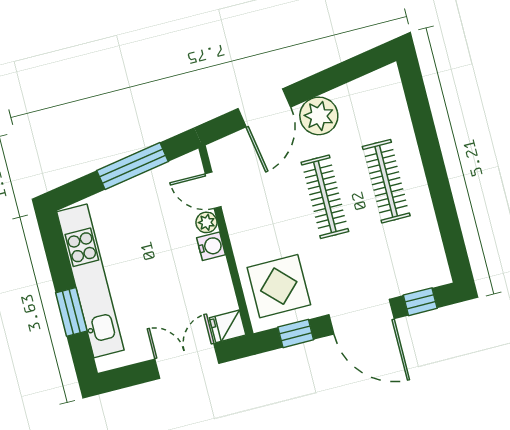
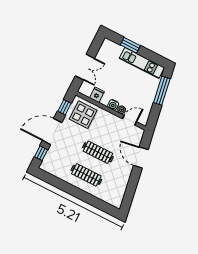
plant: (319, 116) -> (124, 172), removed
window: (133, 166) -> (162, 91), moved
kitchen unit: (90, 281) -> (142, 63), width x0.73
fridge: (228, 326) -> (97, 95), moved

